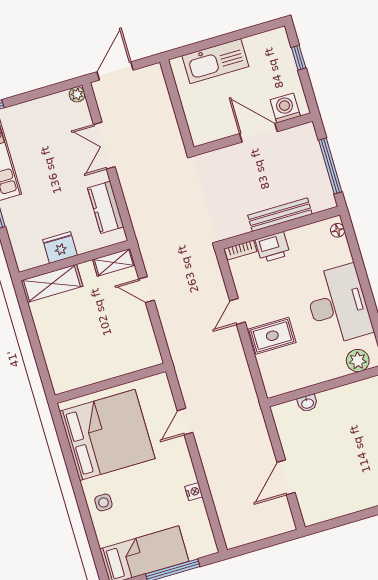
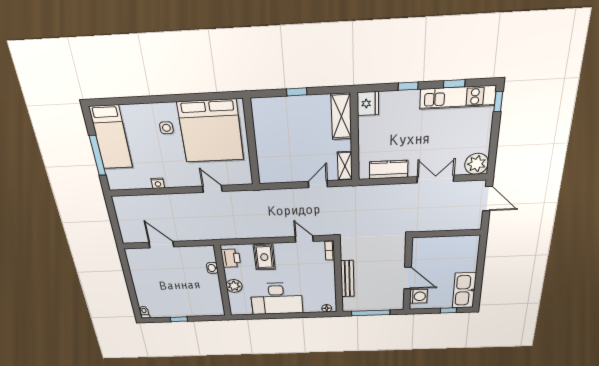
kitchen sink: (215, 61) -> (464, 290), moved
plant: (77, 94) -> (477, 164), width x1.88, depth x1.88
door: (259, 133) -> (408, 278), hinge flipped
printer: (273, 247) -> (231, 258), moved, turned 180
fridge: (60, 248) -> (368, 104), moved
door: (237, 311) -> (304, 239), moved
window: (35, 343) -> (297, 92), added
plant: (358, 361) -> (234, 286), moved
side table: (103, 502) -> (166, 128), moved

